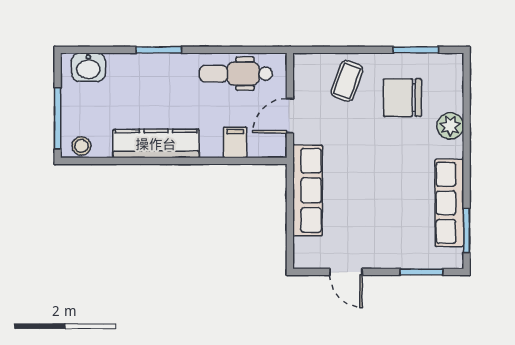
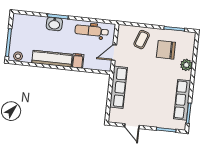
washbasin: (88, 67) -> (54, 24), moved
filing cabinet: (235, 142) -> (78, 61), moved

